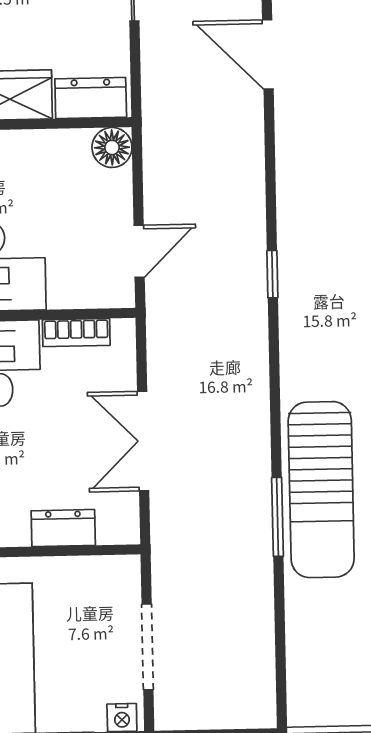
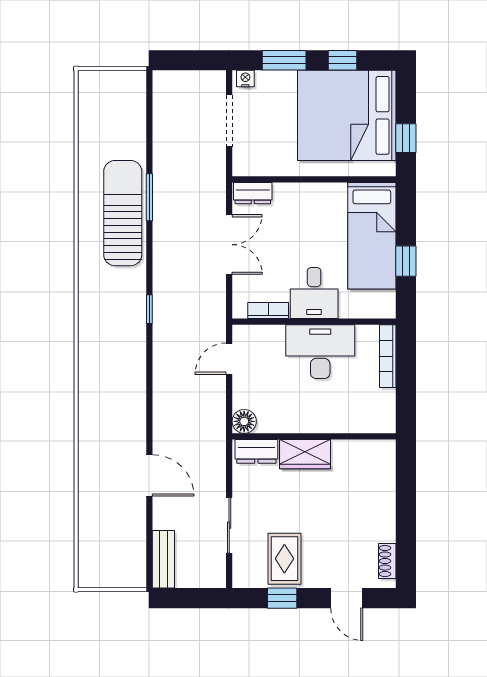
window: (272, 274) -> (149, 309), moved
dresser: (63, 528) -> (253, 193), moved

